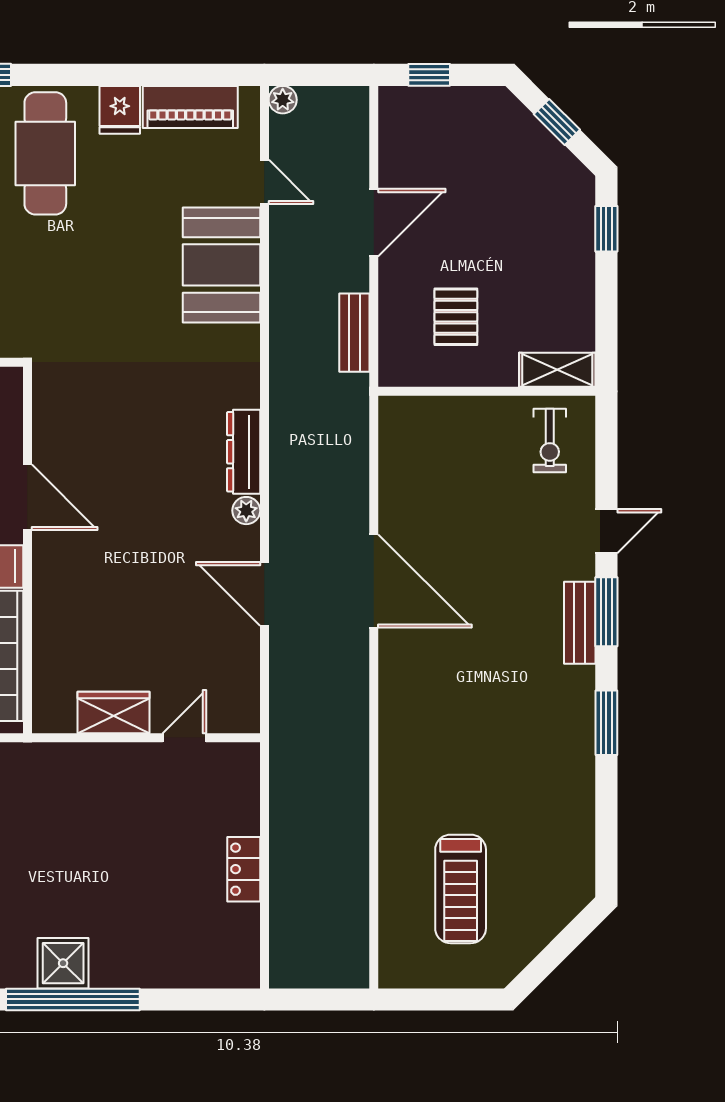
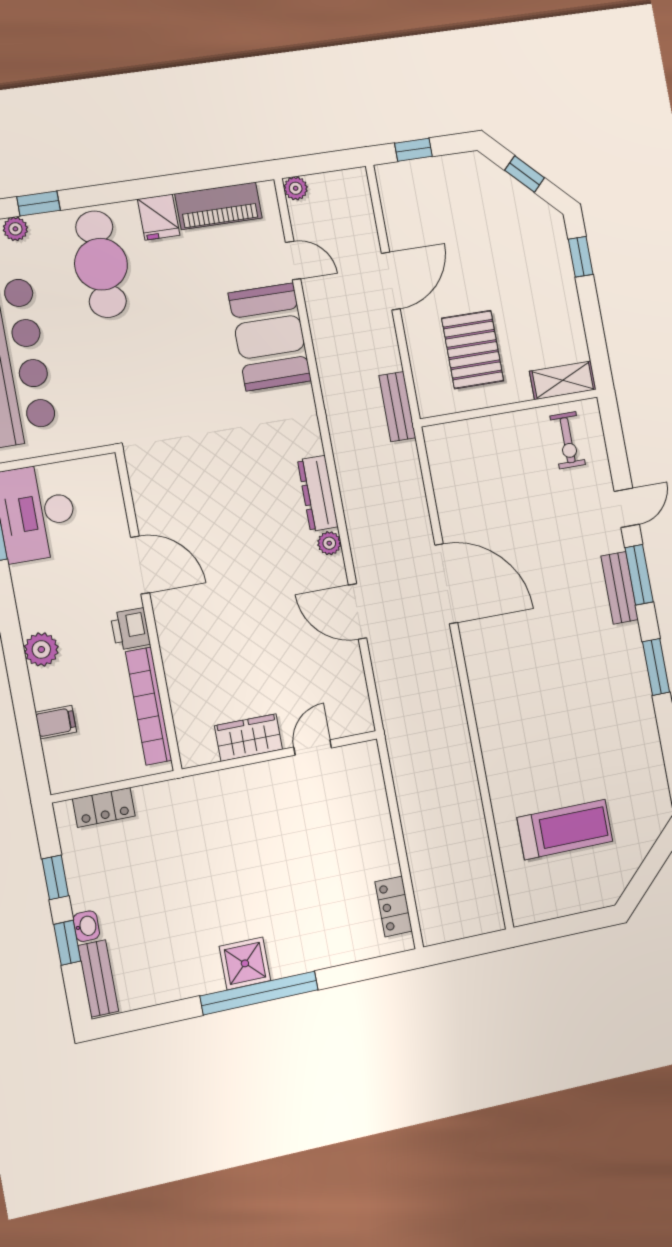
pallet: (456, 317) -> (473, 350), width x1.50, depth x1.42
bench: (354, 333) -> (397, 407), moved
locker: (244, 869) -> (394, 906), moved
treadmill: (461, 889) -> (565, 829), turned -90

